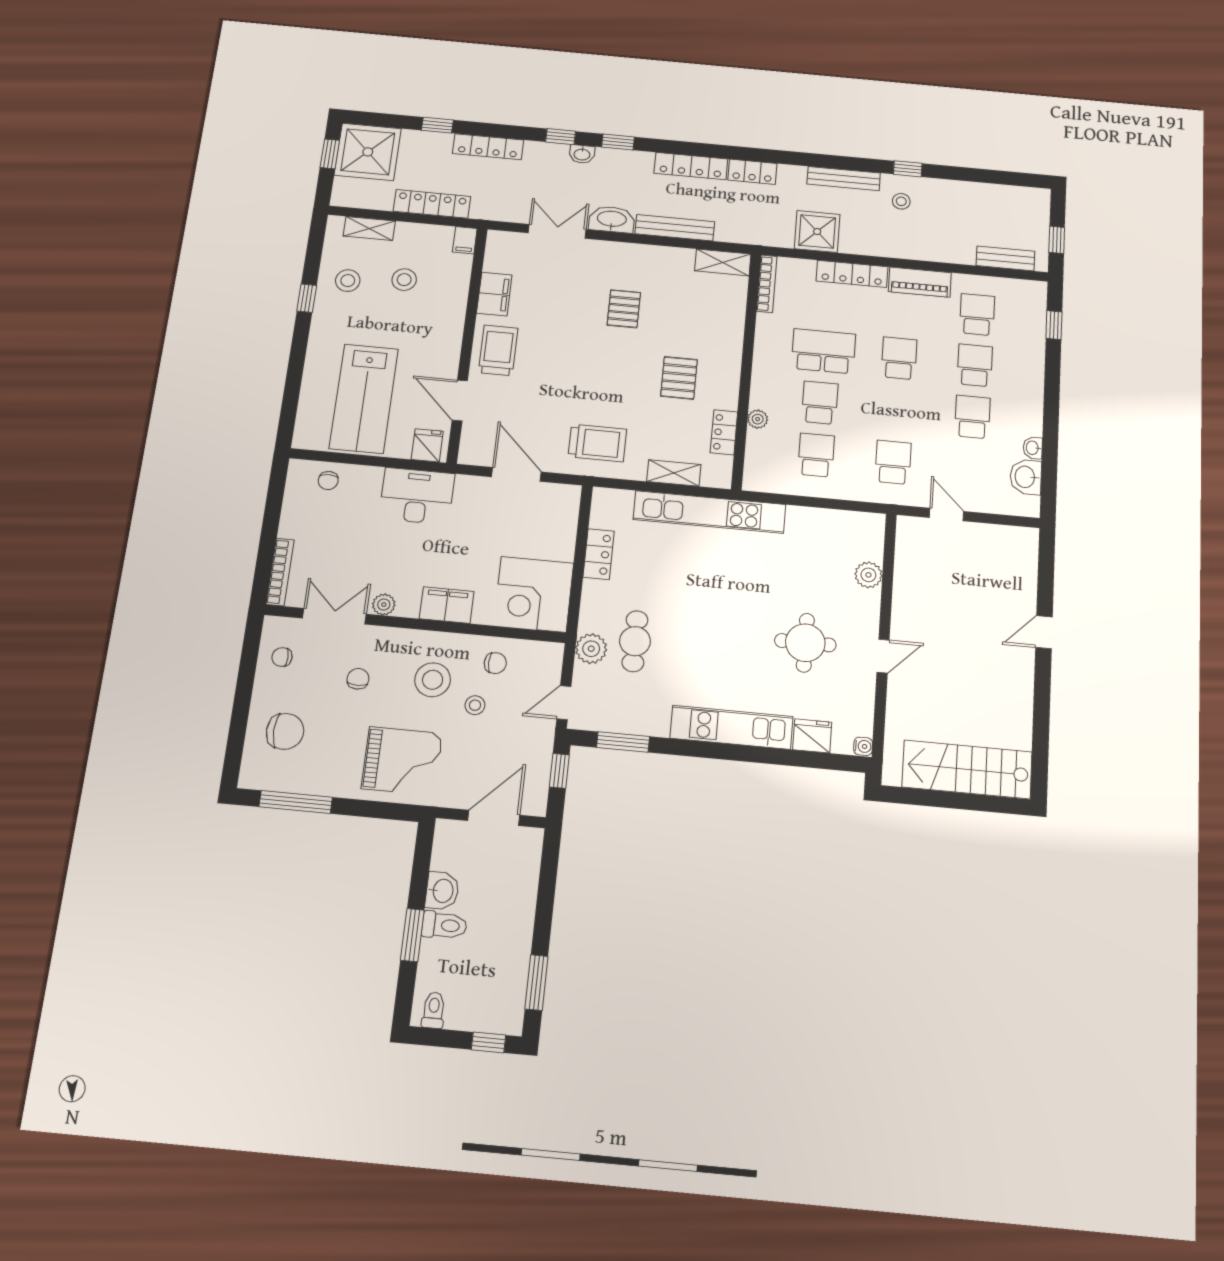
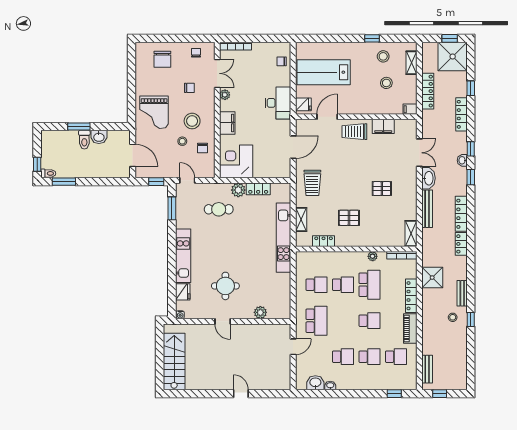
bench: (844, 179) -> (462, 293), width x0.73
trolley: (498, 350) -> (354, 132), turned 180
plant: (758, 419) -> (373, 256), moved
school desk: (893, 462) -> (316, 321), width x1.85
plant: (591, 649) -> (238, 190), moved
window: (296, 802) -> (131, 68), removed
toilet: (434, 1010) -> (48, 173), moved

